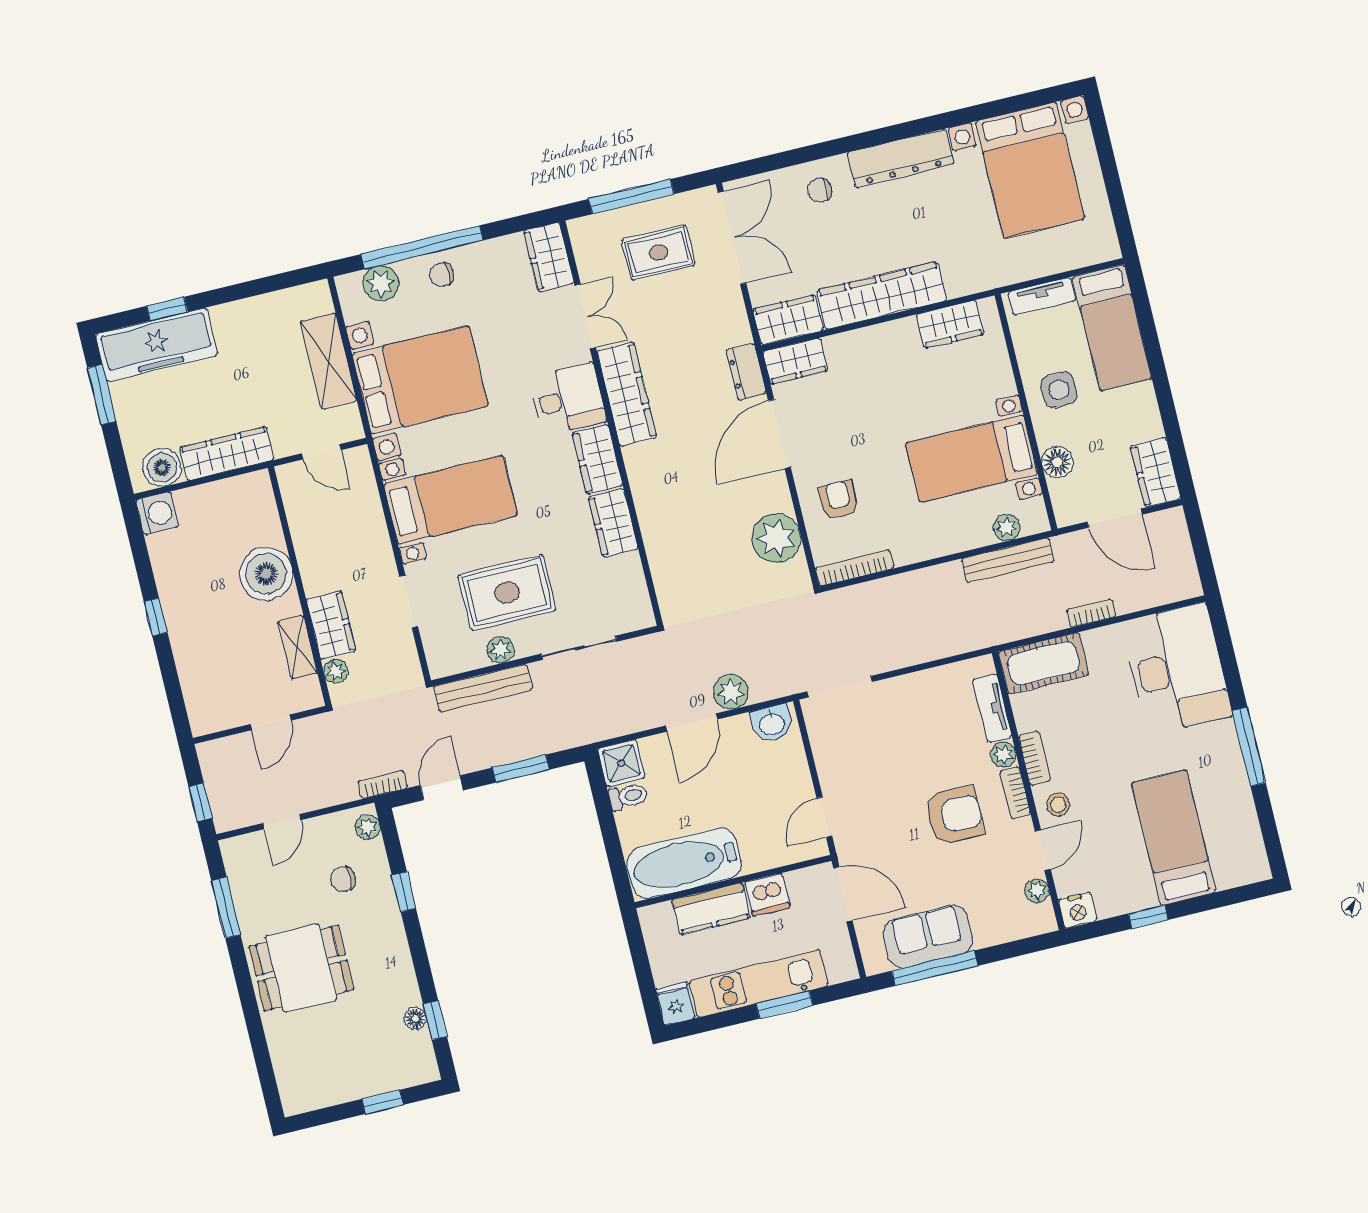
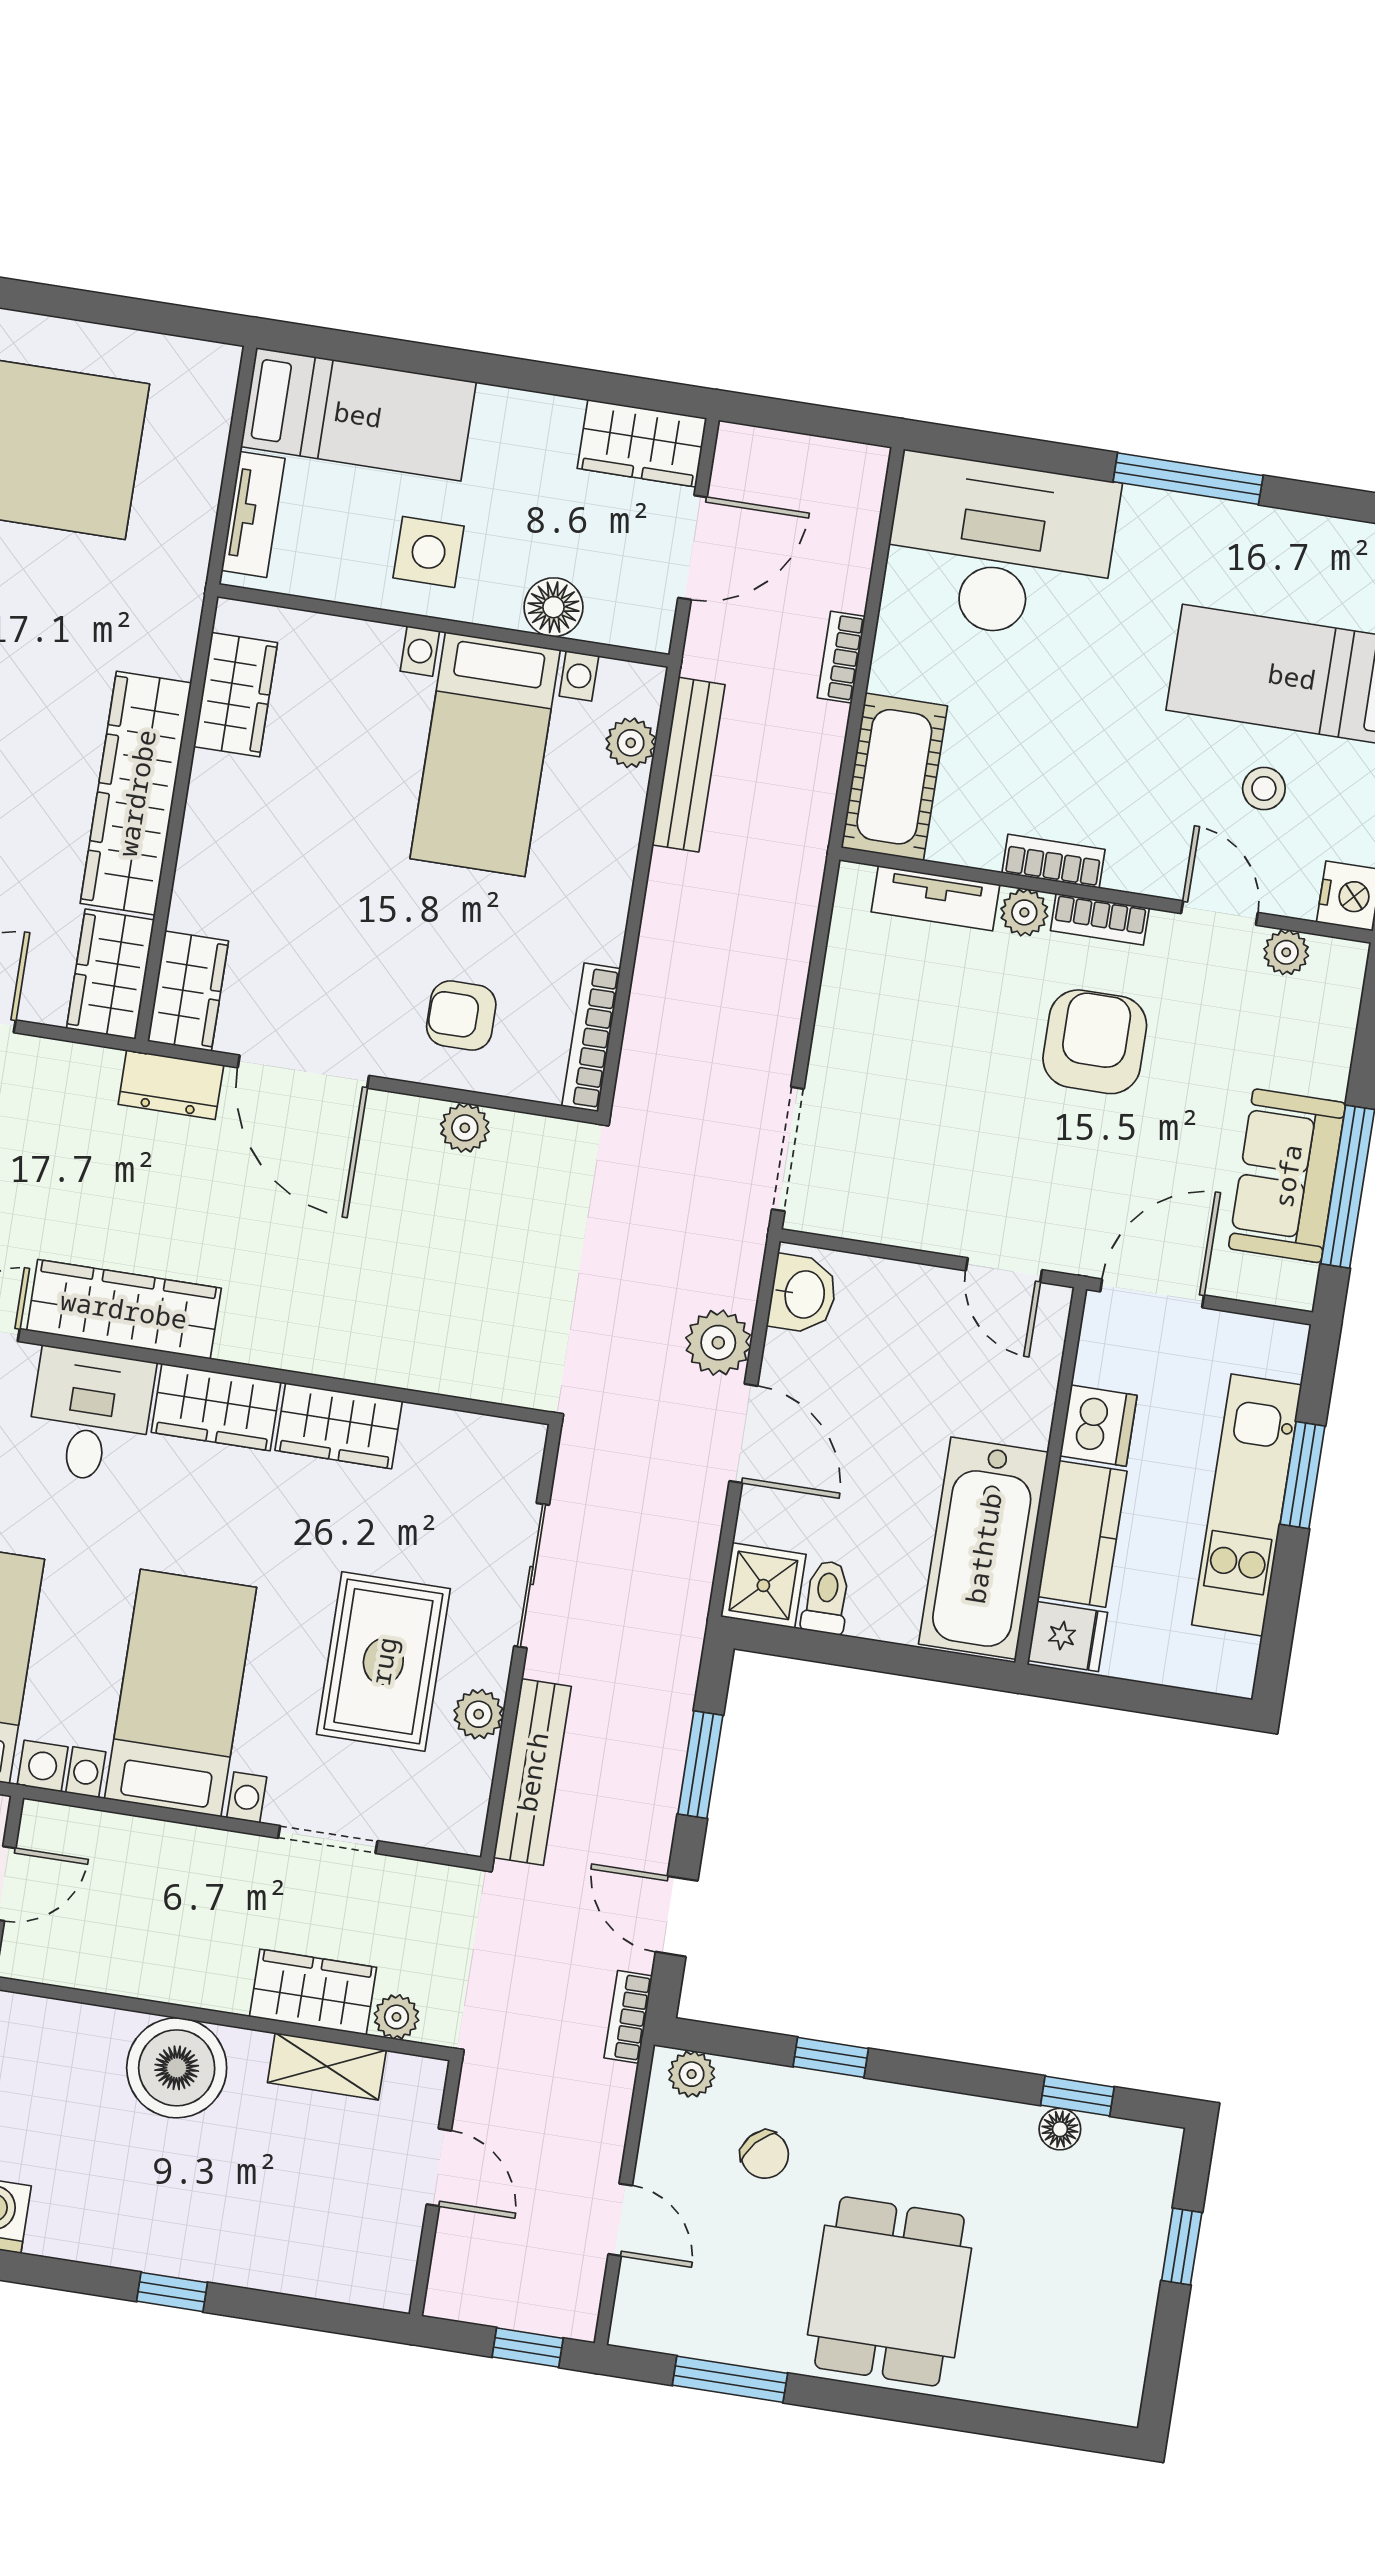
plant: (776, 538) -> (465, 1128), width x0.53, depth x0.53
stool: (1058, 805) -> (1264, 789), moved
chair: (343, 879) -> (765, 2155), turned -48
fridge: (675, 1004) -> (1068, 1636), moved, turned 180

